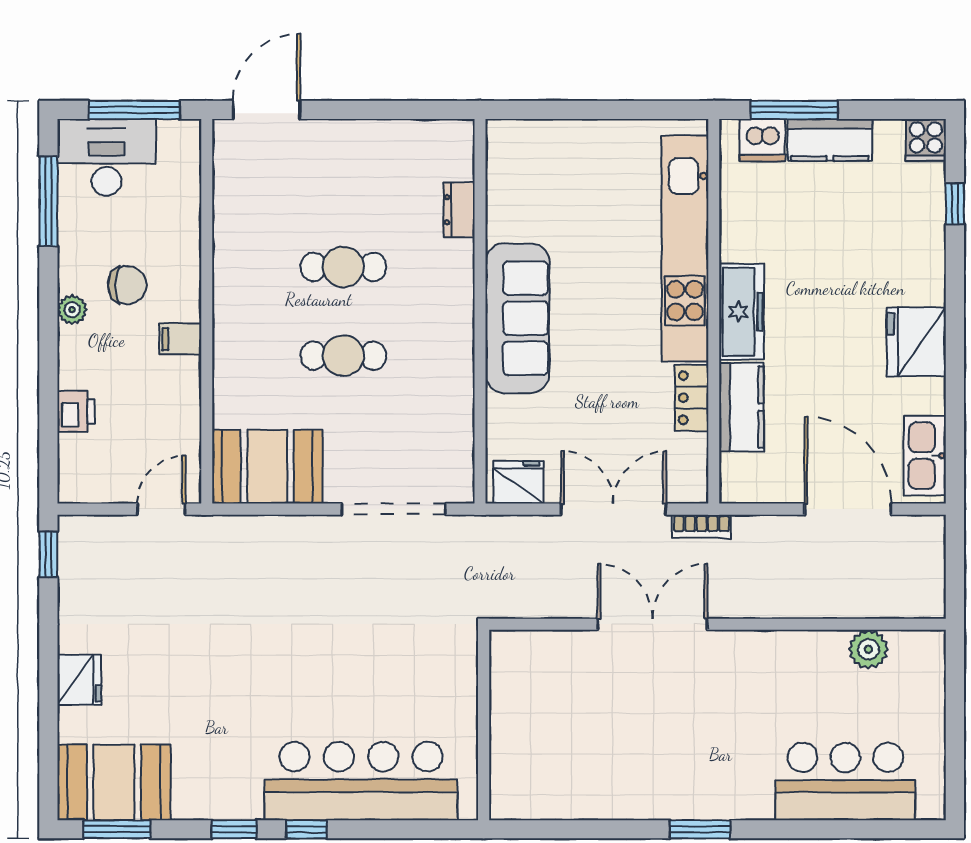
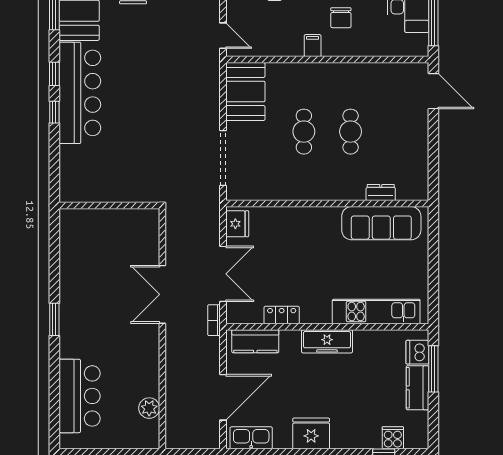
cooker: (926, 140) -> (393, 438), moved, turned 90
kitchen unit: (685, 248) -> (376, 312), width x0.73
sofa: (517, 318) -> (381, 223), moved
kitchen counter: (741, 407) -> (255, 341), moved
double door: (652, 624) -> (162, 294), swing flipped
bar counter: (361, 781) -> (80, 93), moved

